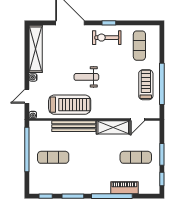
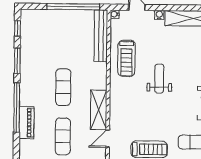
treadmill: (70, 105) -> (126, 58), width x0.73, depth x0.73
door: (137, 120) -> (108, 139), hinge flipped
bench: (74, 126) -> (101, 36), moved
exercise mat: (53, 157) -> (63, 87), moved

